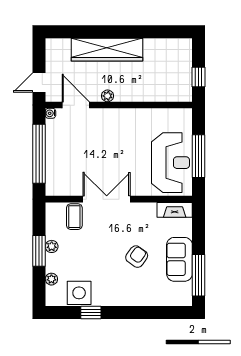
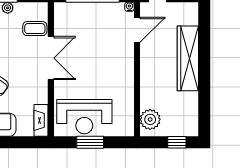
window: (199, 77) -> (177, 142), moved
plant: (108, 96) -> (150, 119), moved, width x1.88, depth x1.88
window: (199, 156) -> (90, 142), width x0.69

